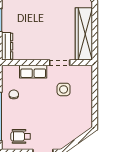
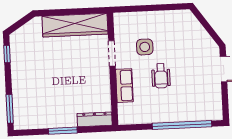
chair: (14, 94) -> (154, 108), removed
wheelchair: (21, 136) -> (161, 76), moved

